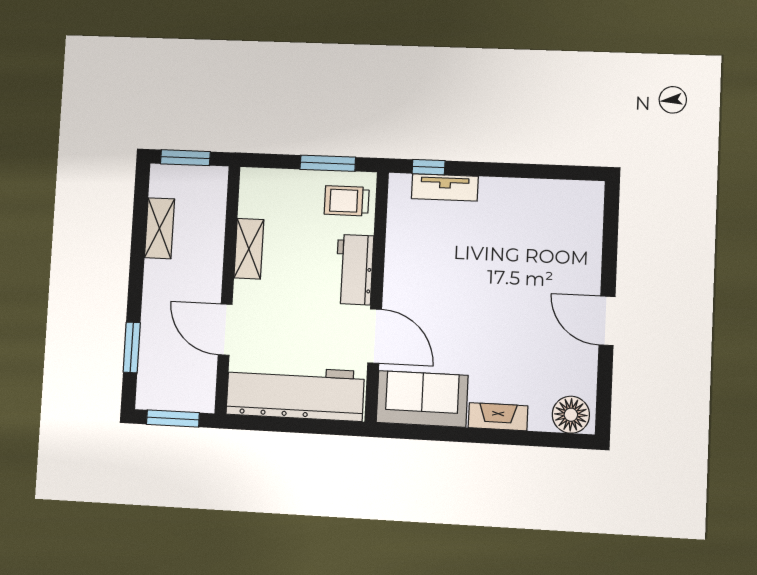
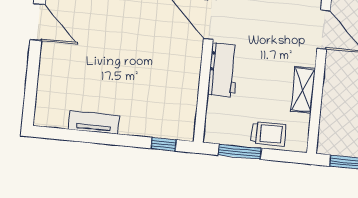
tv unit: (445, 187) -> (94, 122), moved
trolley: (347, 201) -> (269, 134), moved

